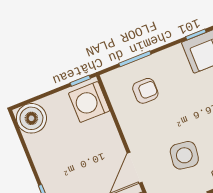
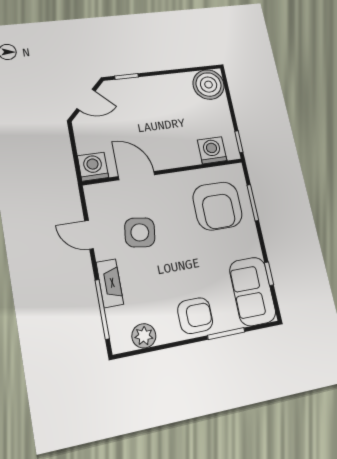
armchair: (145, 91) -> (218, 206), width x1.88, depth x1.88
washing machine: (89, 102) -> (212, 150), width x0.73, depth x0.73

